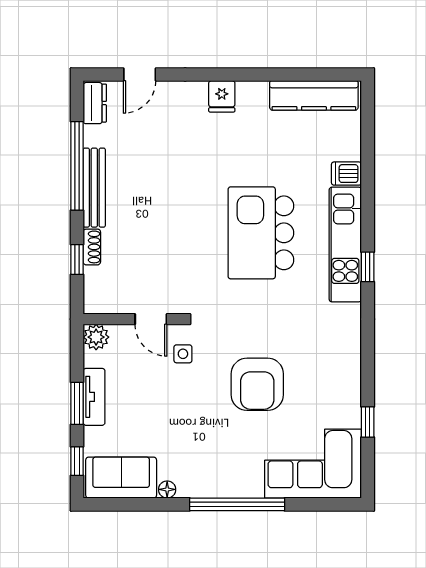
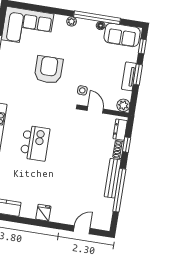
dresser: (95, 103) -> (120, 130), moved
kitchen island: (261, 233) -> (35, 143), width x0.73, depth x0.78
plant: (227, 488) -> (72, 21), added
window: (237, 504) -> (97, 18), moved

